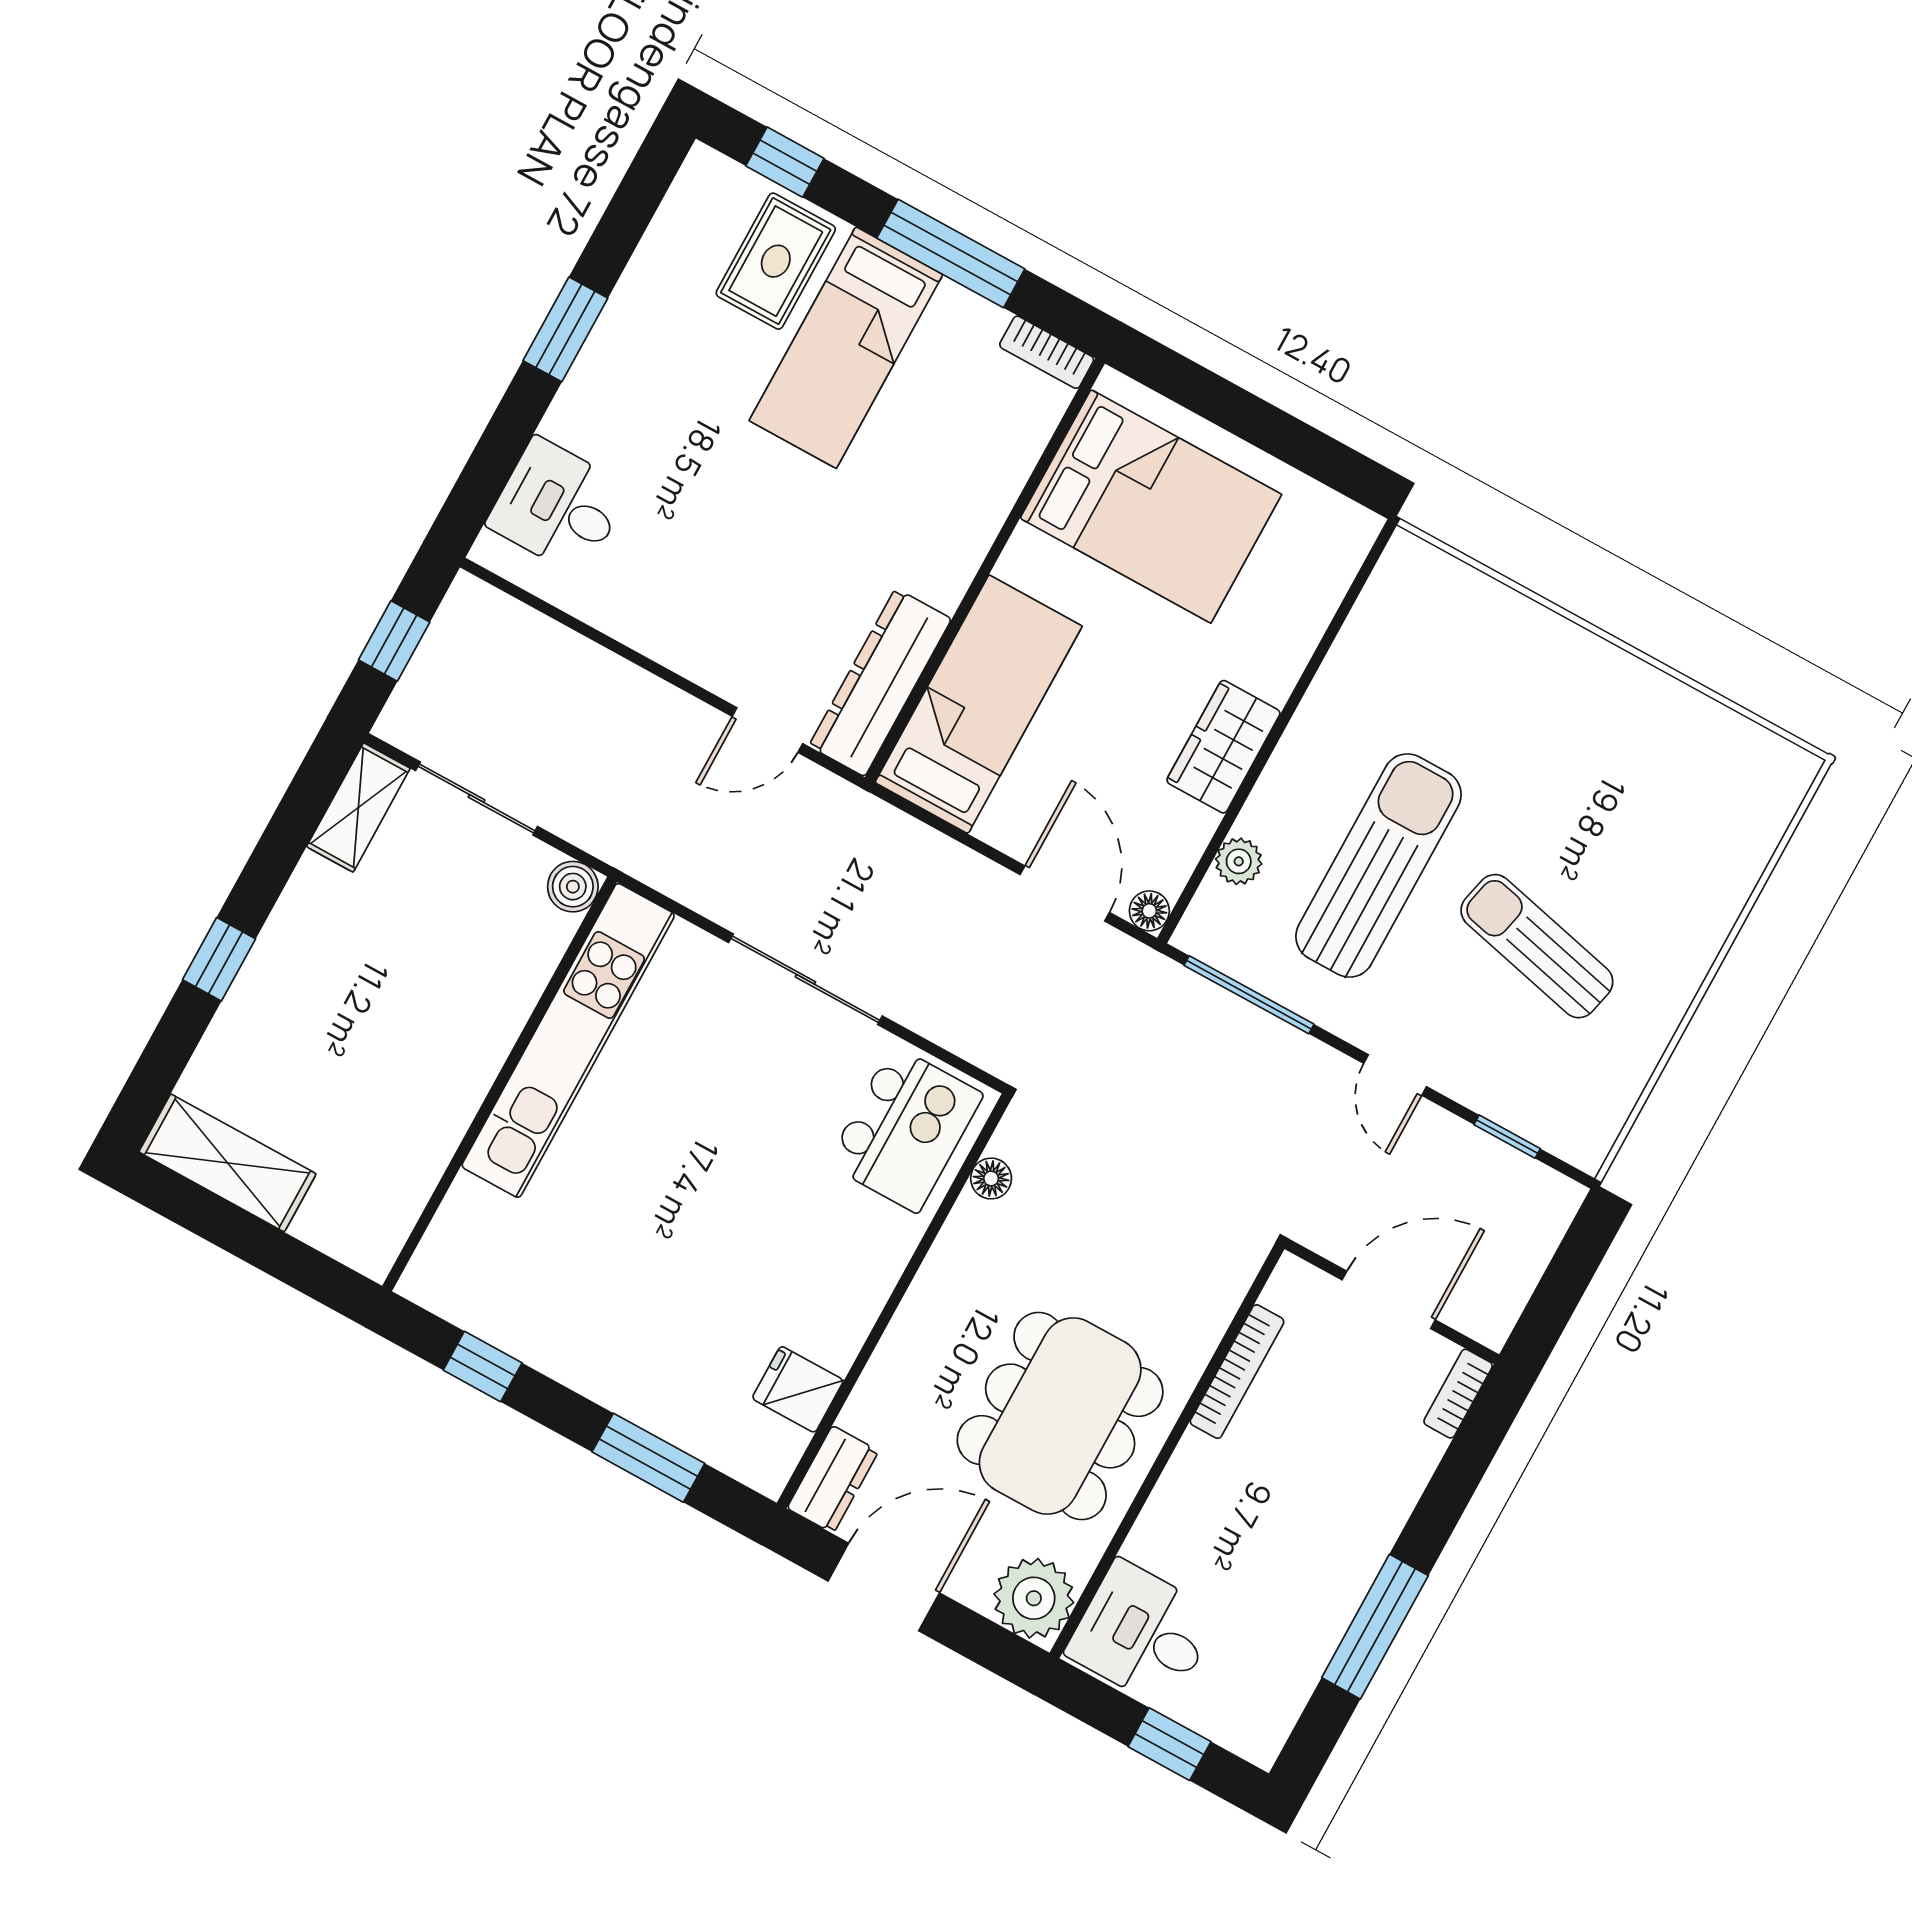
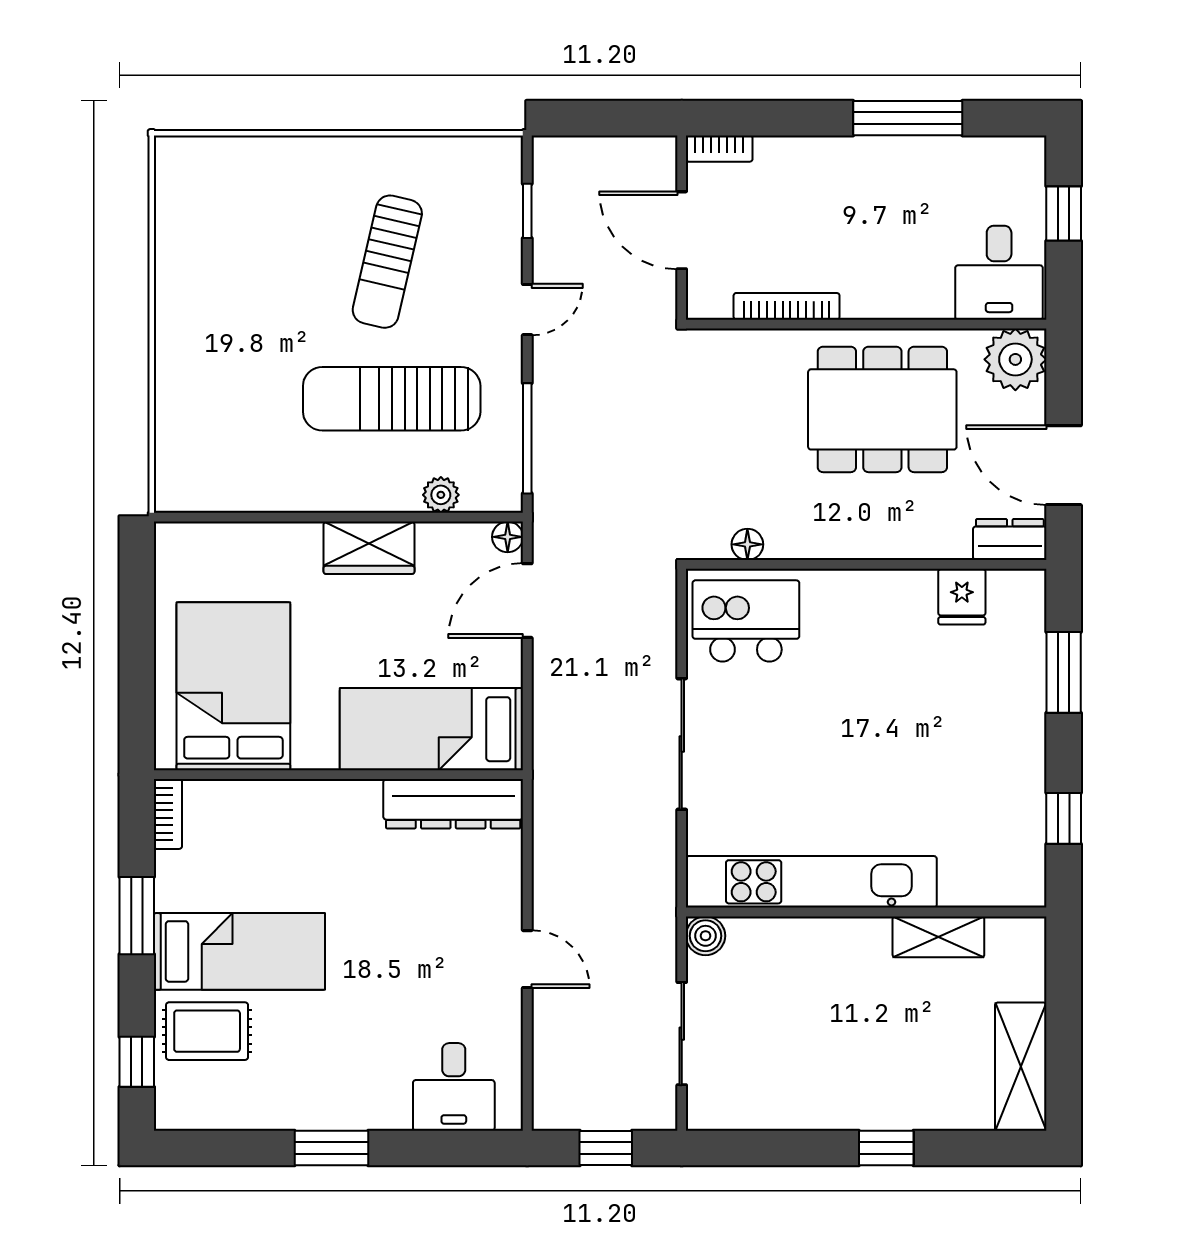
window: (951, 253) -> (137, 916), width x0.69
door: (767, 730) -> (527, 959), moved
shelving: (358, 808) -> (938, 937), moved

